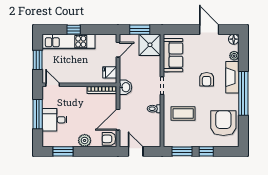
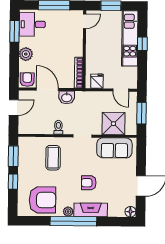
shower: (150, 45) -> (113, 124), moved
plant: (234, 56) -> (68, 212), moved
washbasin: (125, 87) -> (67, 97), moved
desk: (55, 120) -> (32, 24), moved, turned -90

